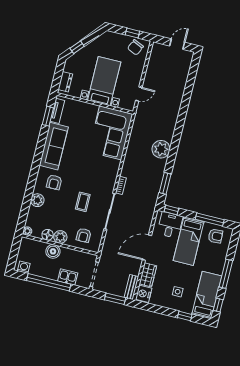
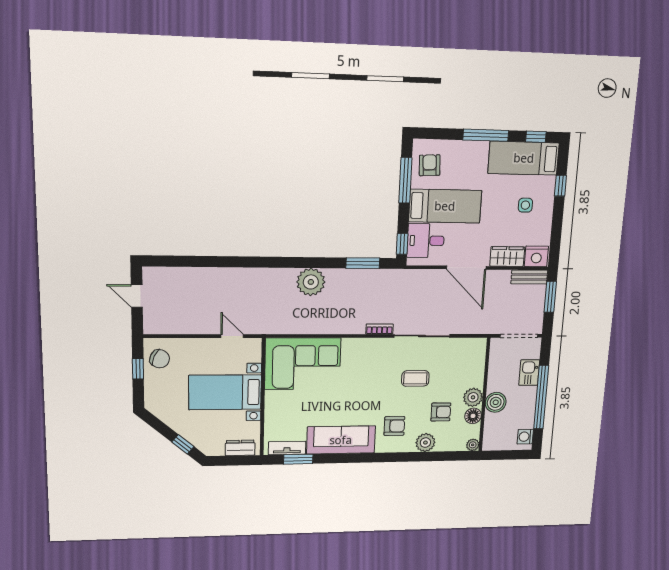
armchair: (84, 235) -> (441, 412), moved

